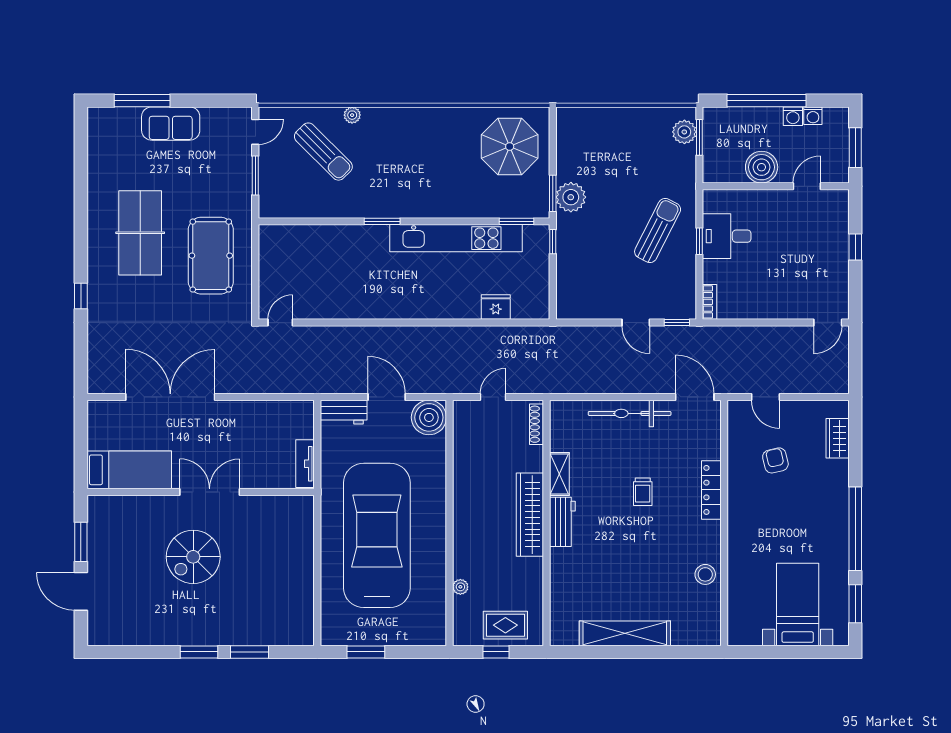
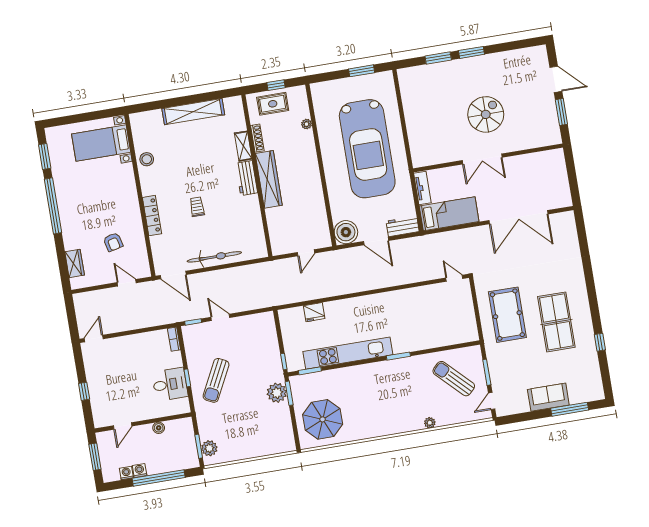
sun lounger: (323, 152) -> (454, 379), moved
boiler: (762, 167) -> (159, 428), width x0.54, depth x0.54
window: (81, 296) -> (600, 342), moved
door: (280, 323) -> (454, 278), swing flipped
shoe rack: (537, 424) -> (257, 138), moved
bed: (129, 470) -> (449, 214), moved, turned 180
shelving: (559, 474) -> (243, 146), moved
bed with nightstands: (798, 604) -> (101, 143), moved, turned 90

